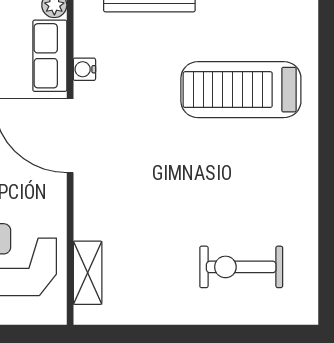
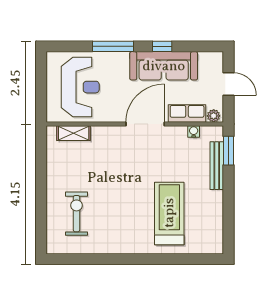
water cooler: (84, 69) -> (194, 132), moved

